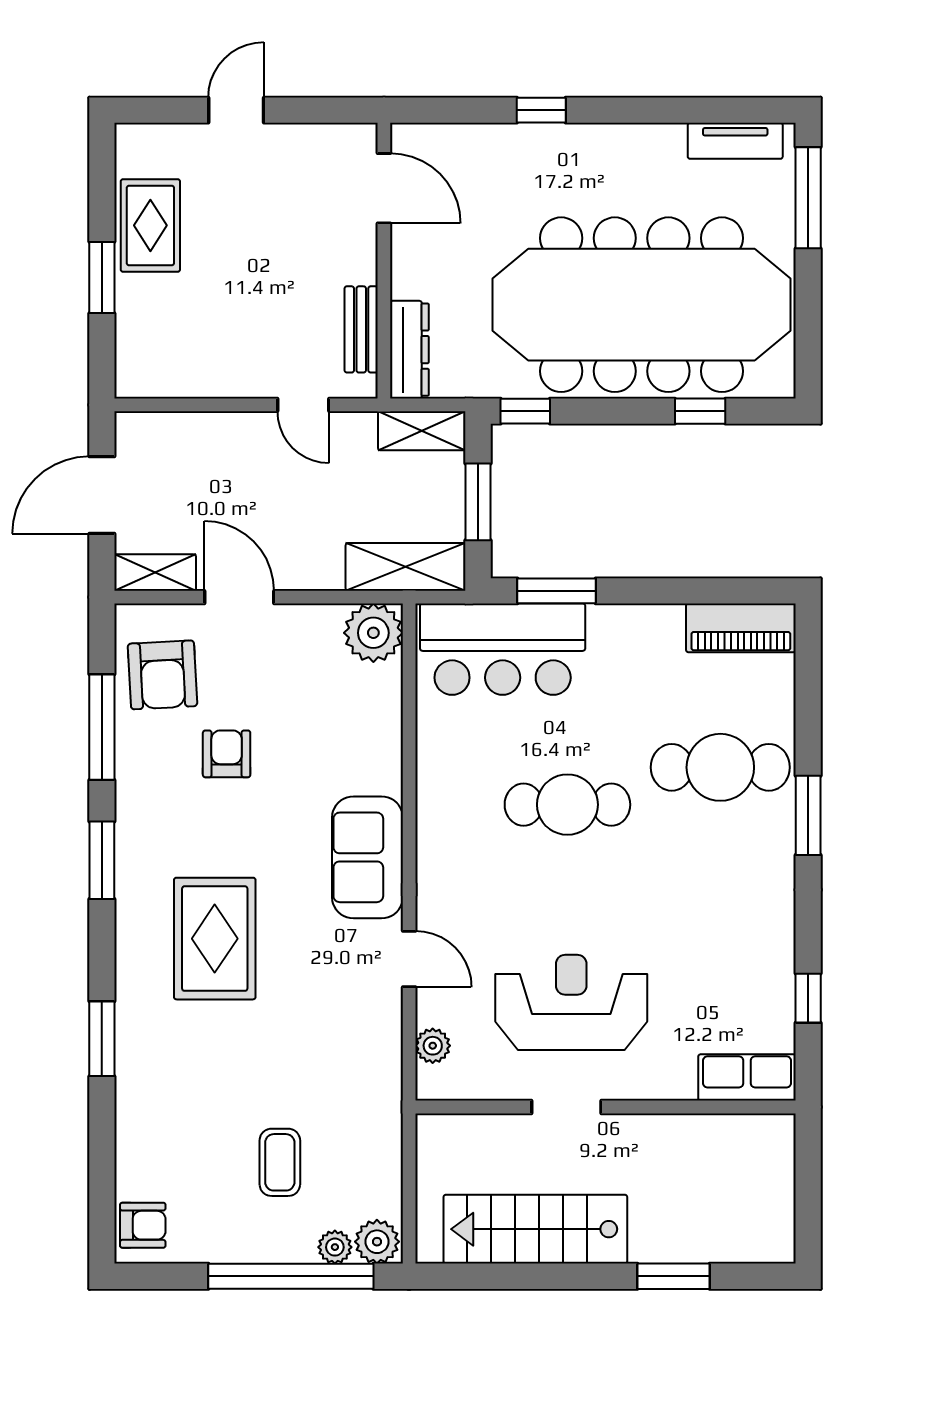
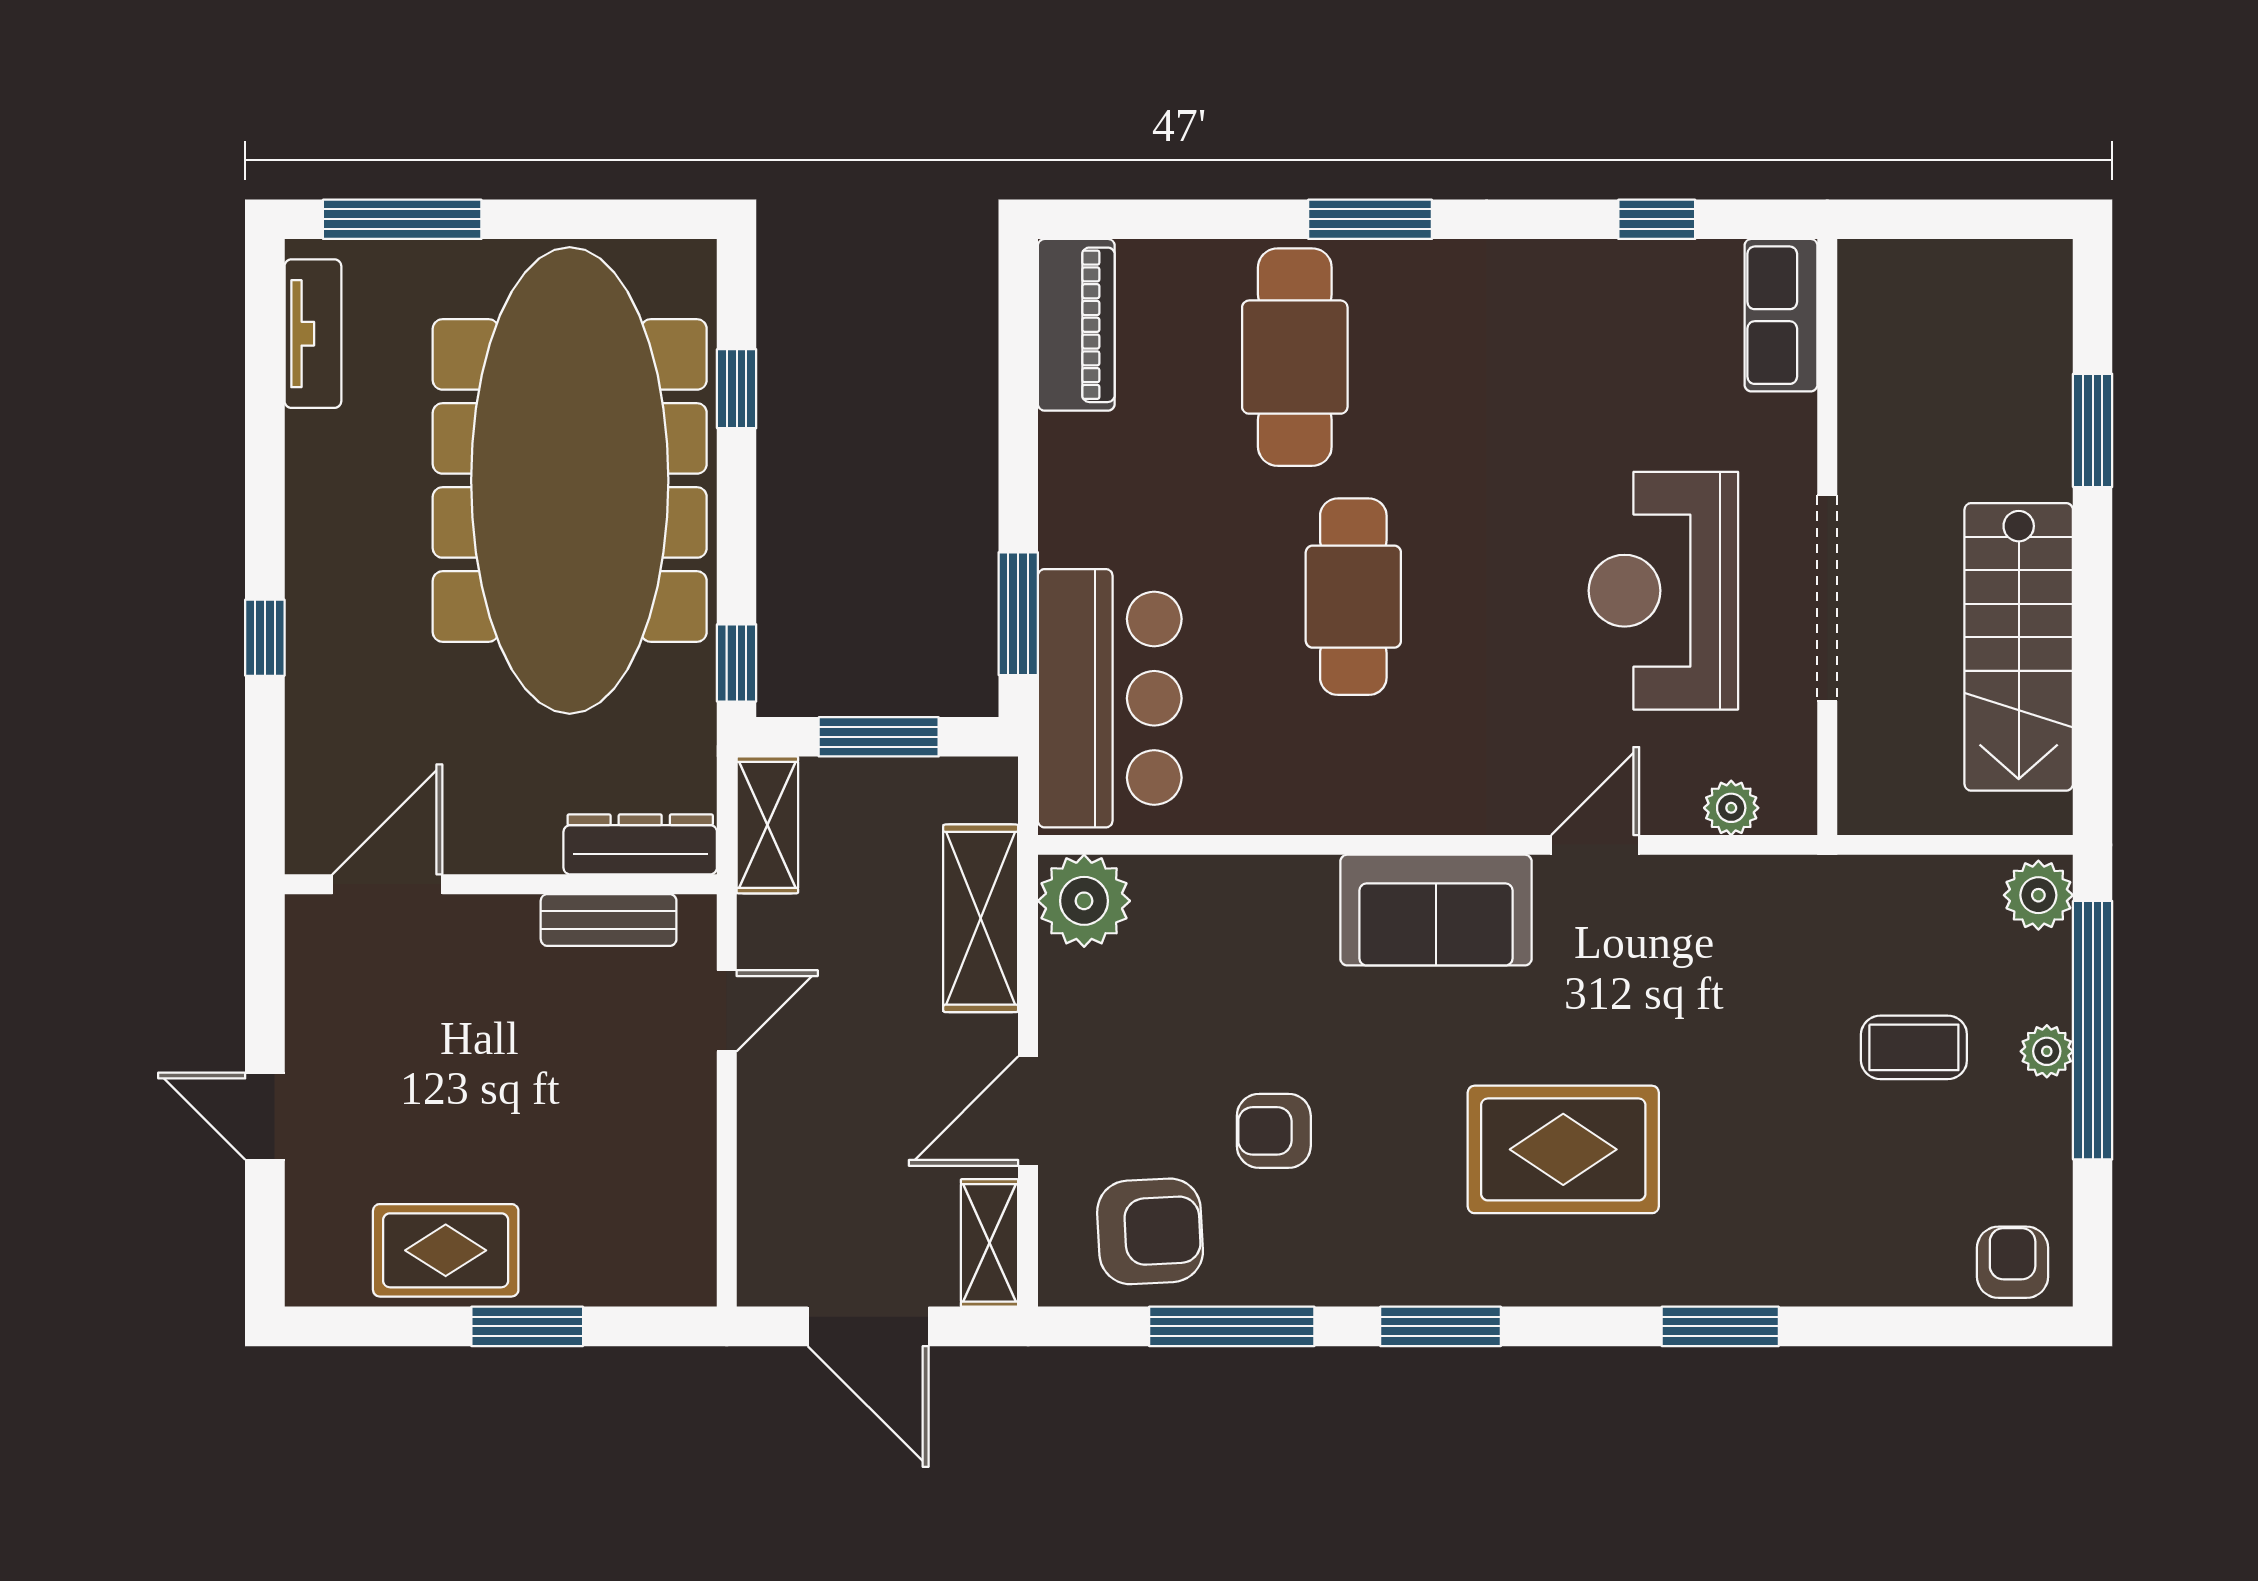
shelving: (406, 567) -> (981, 918), moved
doorway: (566, 1107) -> (1827, 598), width x1.88
plant: (335, 1247) -> (2047, 1051), moved

